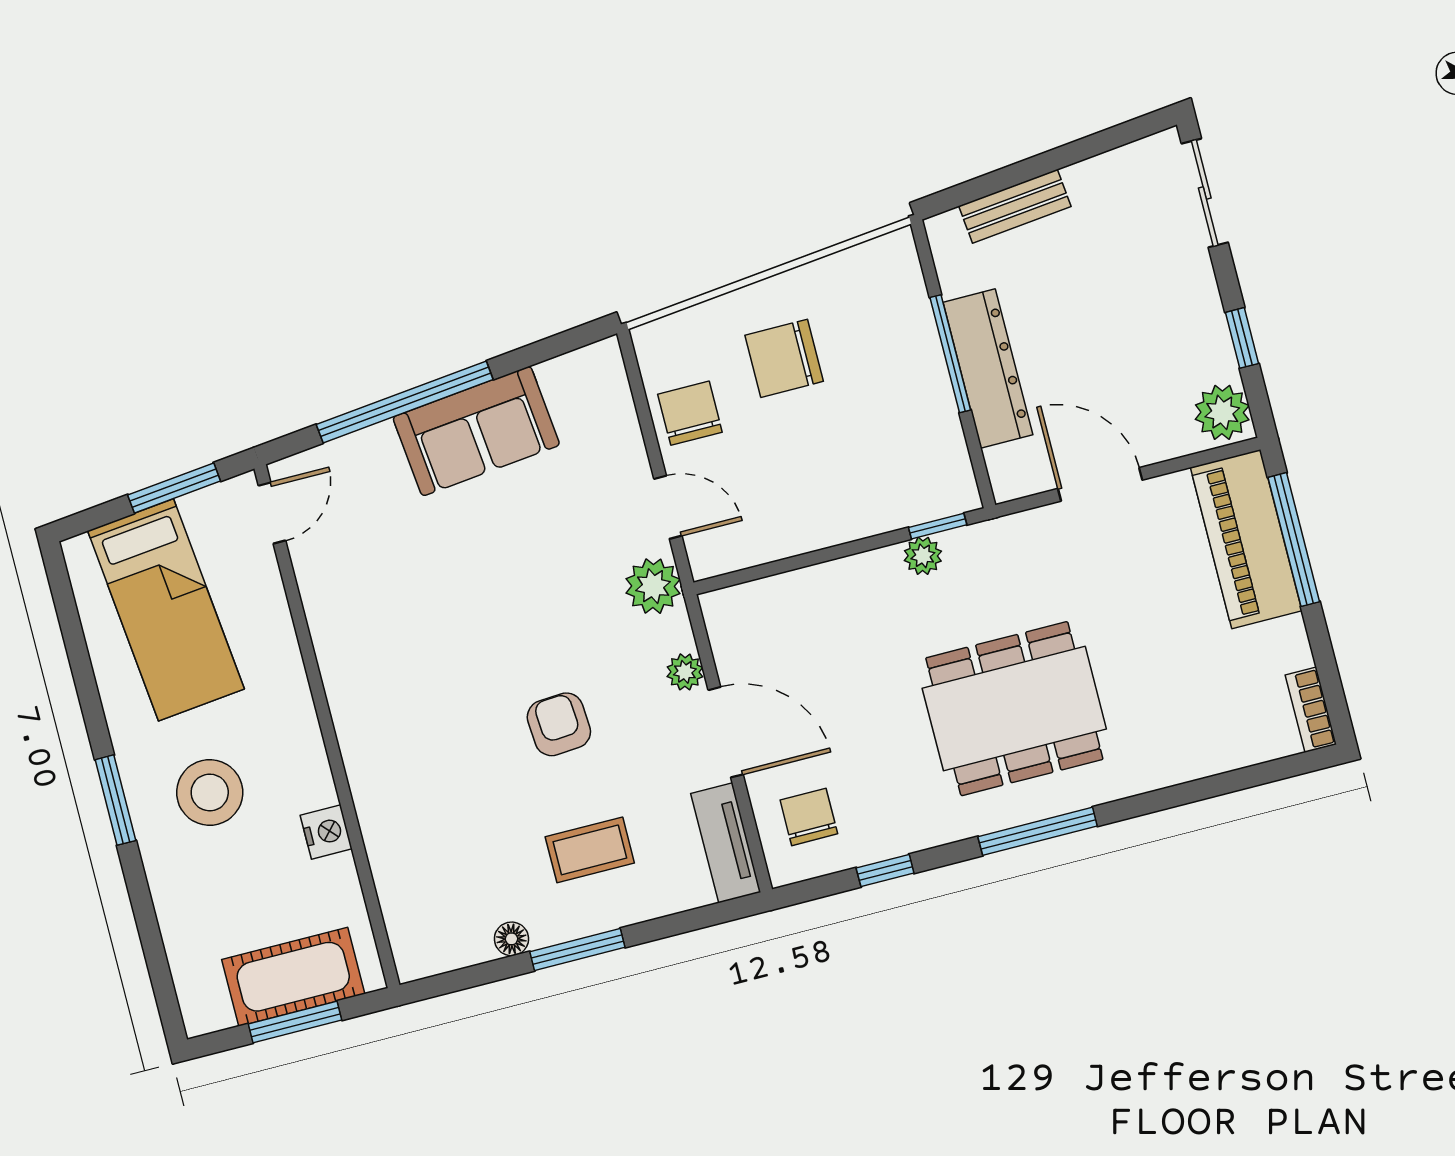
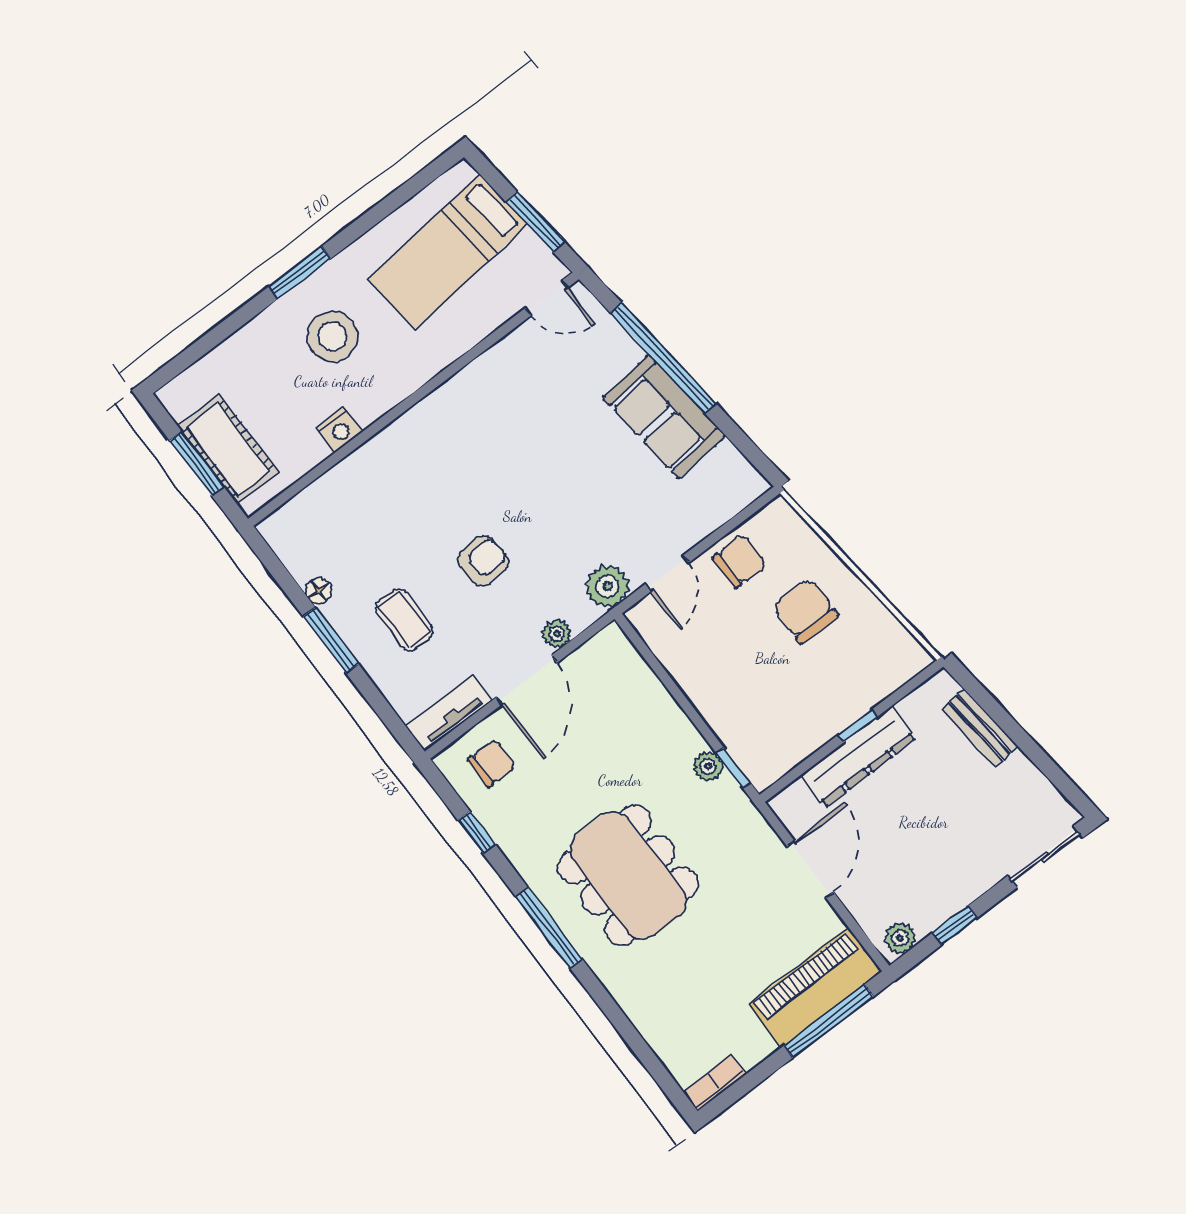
window: (950, 354) -> (858, 726), width x0.46
plant: (1222, 412) -> (900, 938), width x0.73, depth x0.73

